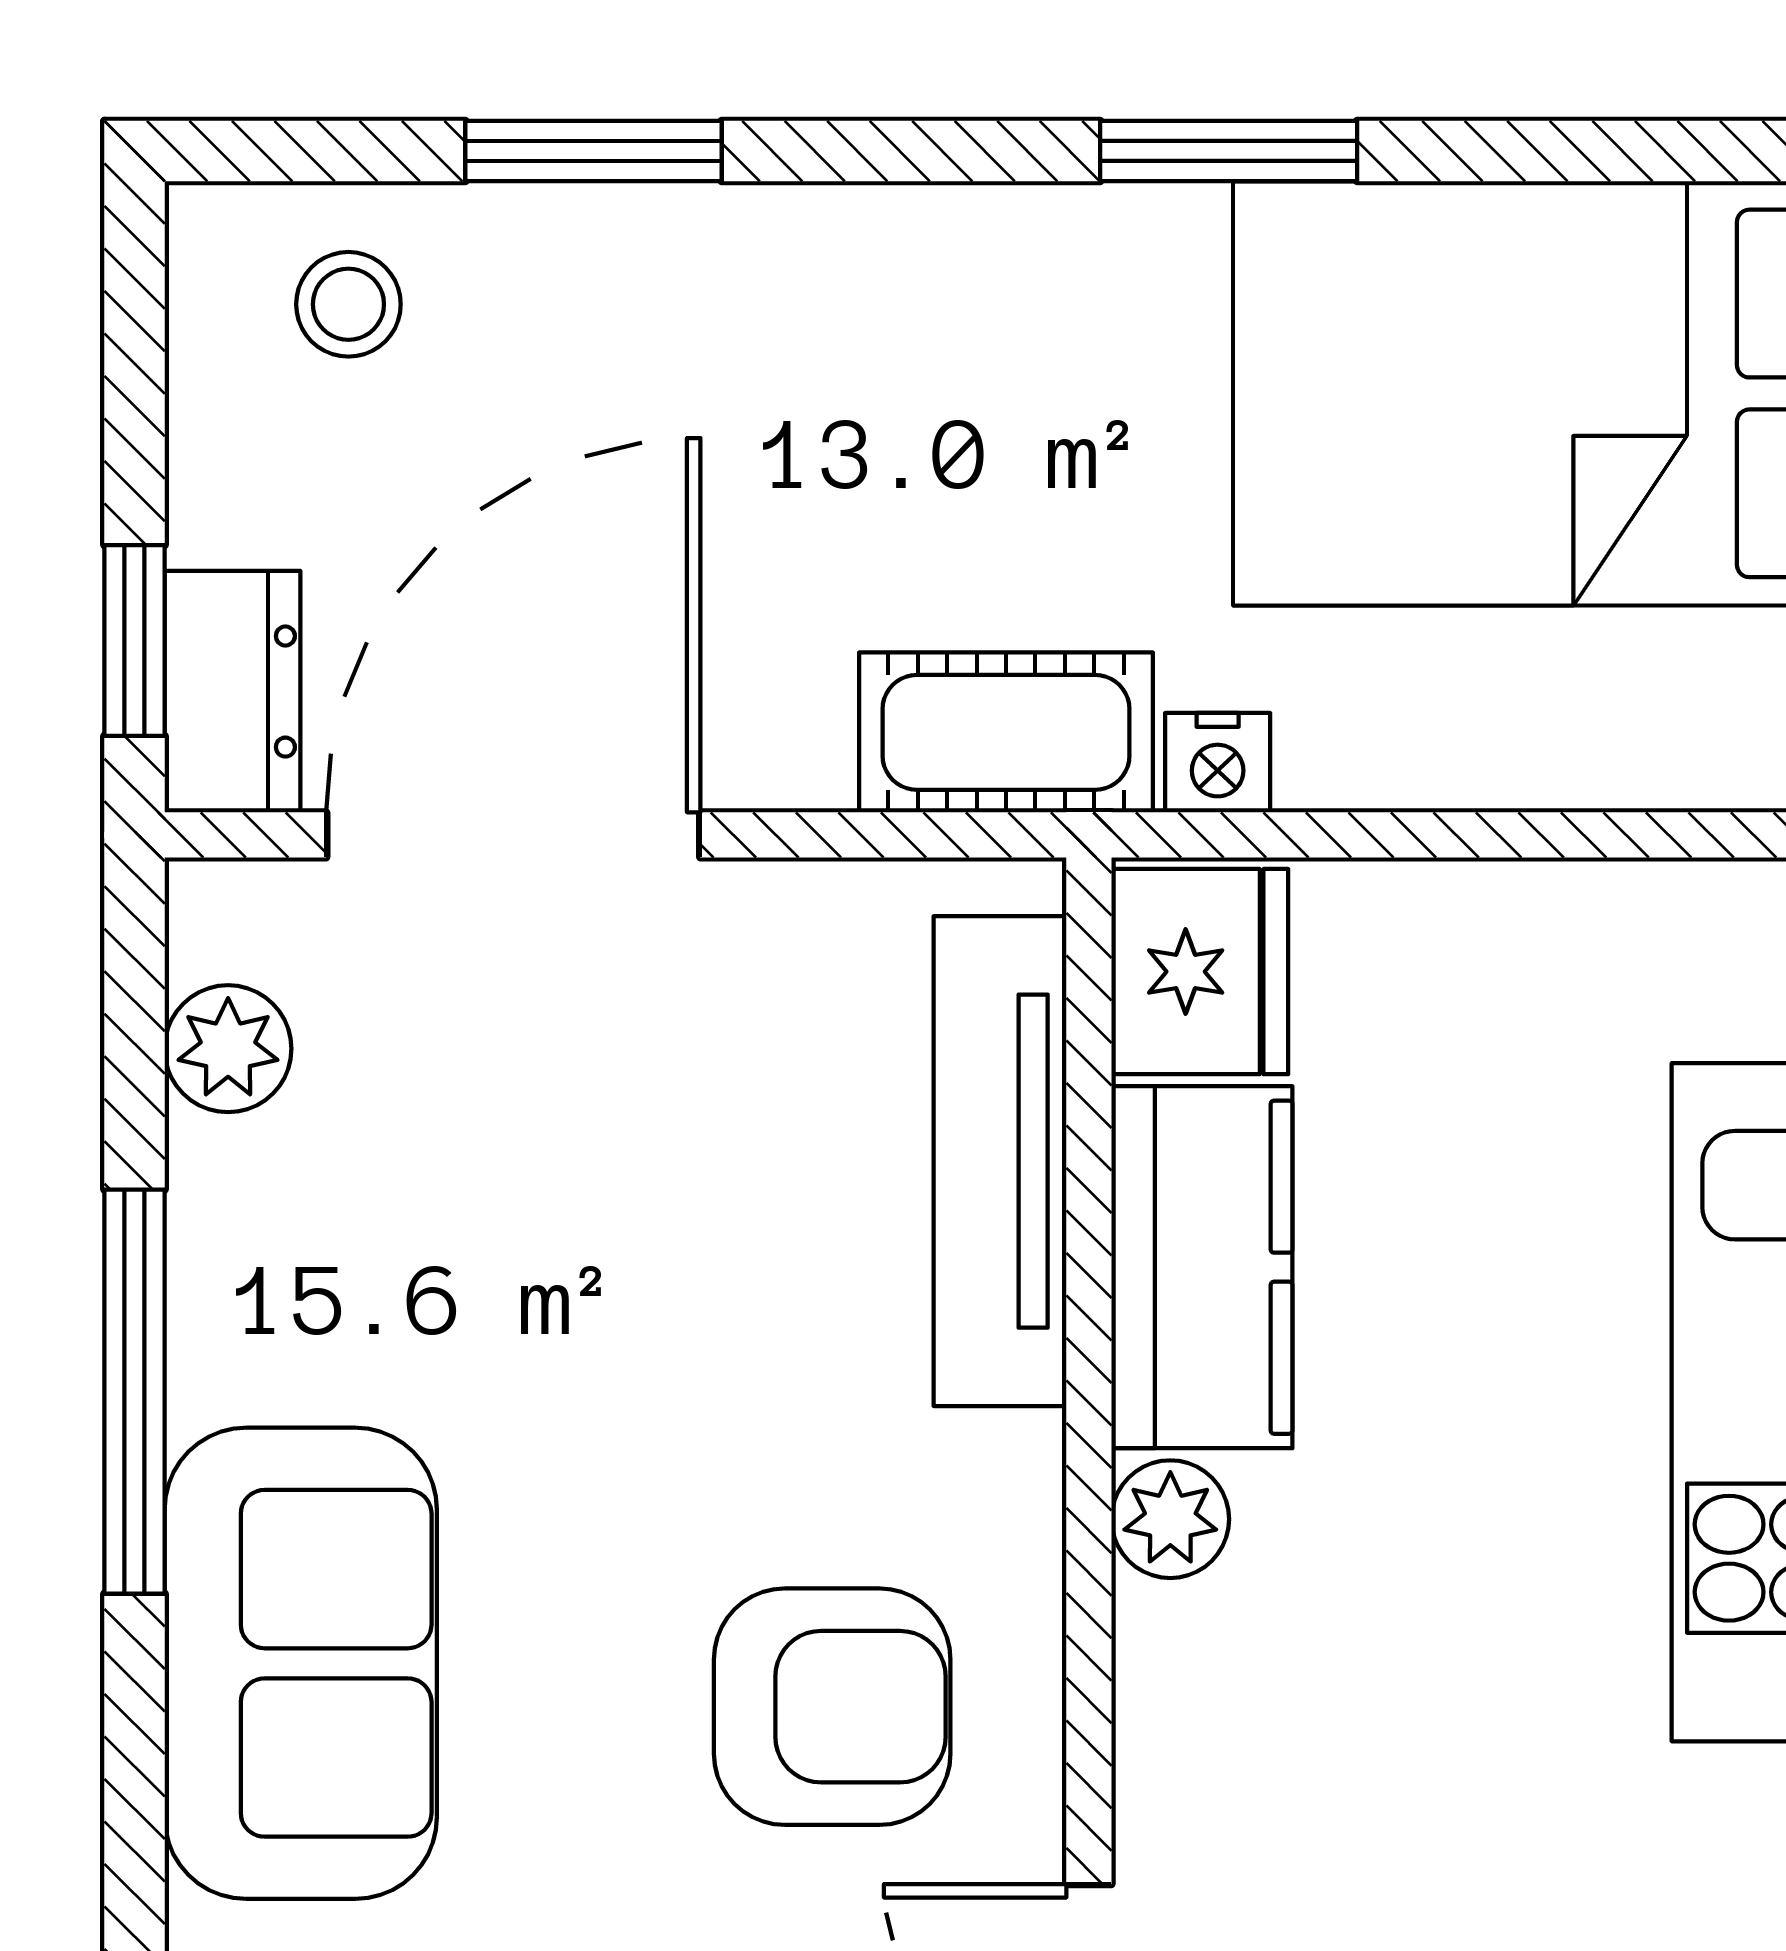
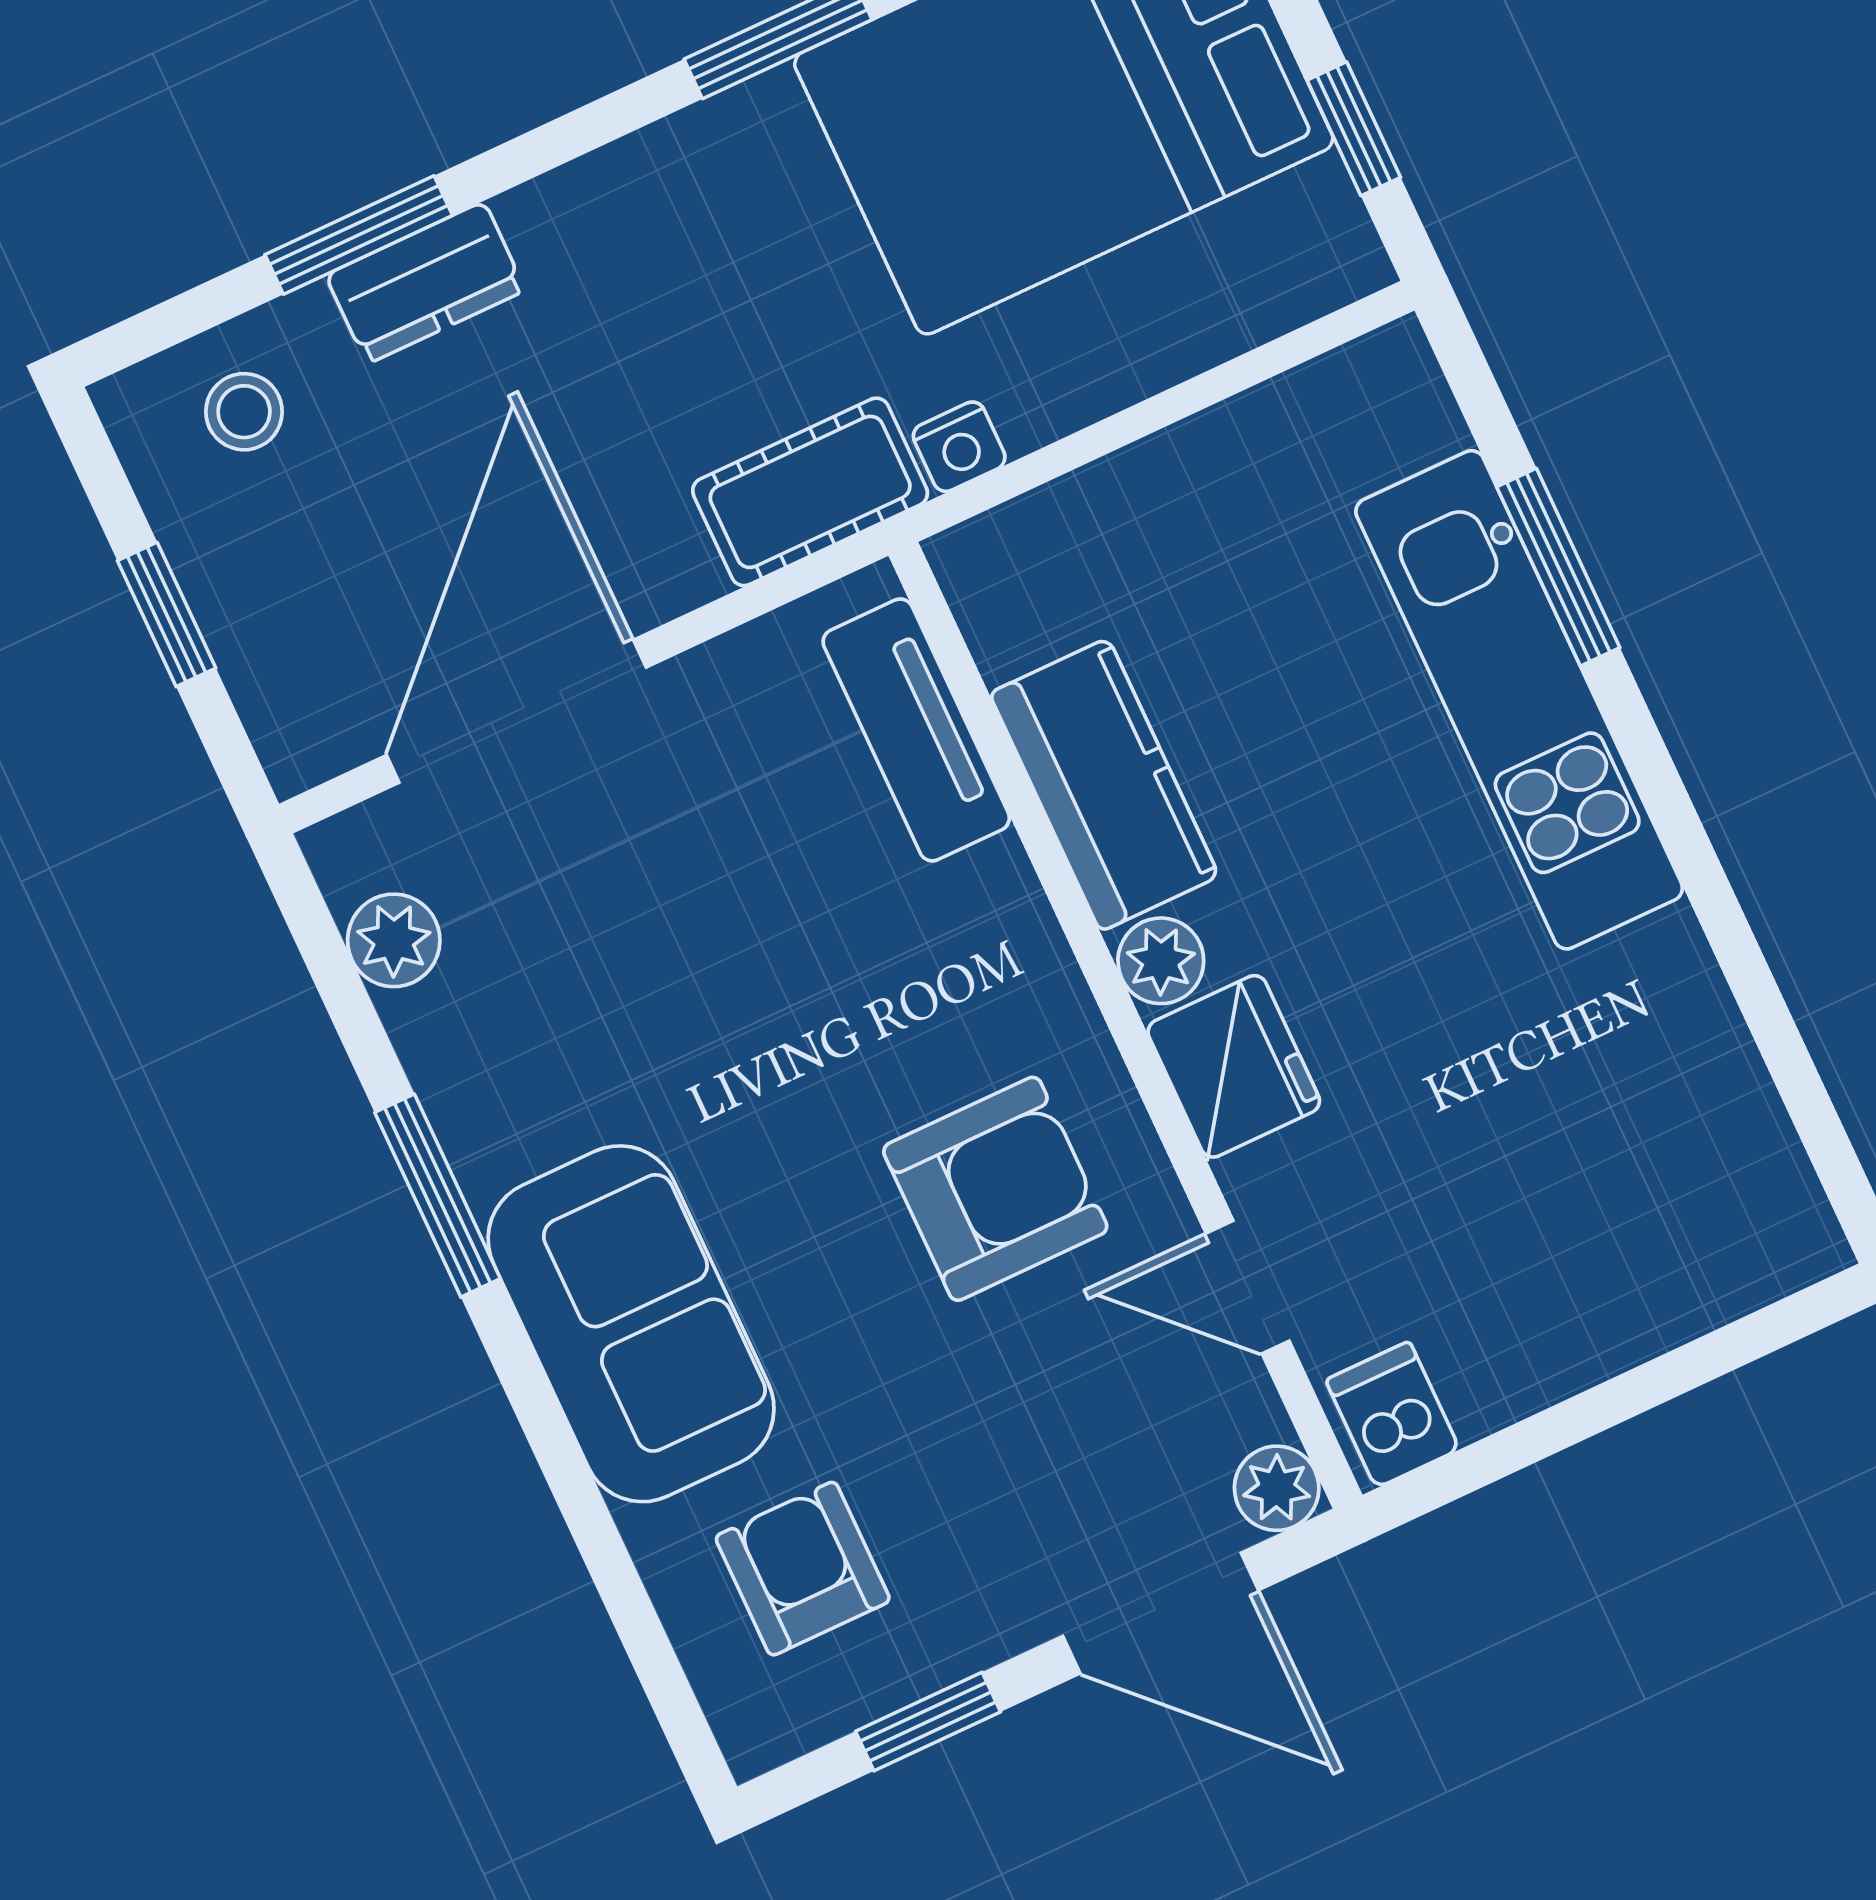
window: (134, 641) -> (167, 614), moved
dresser: (232, 692) -> (425, 283), moved, turned 90
fridge: (1200, 972) -> (1234, 1066), moved
tv unit: (1000, 1161) -> (916, 730), width x0.71
window: (134, 1392) -> (438, 1196), width x0.69

